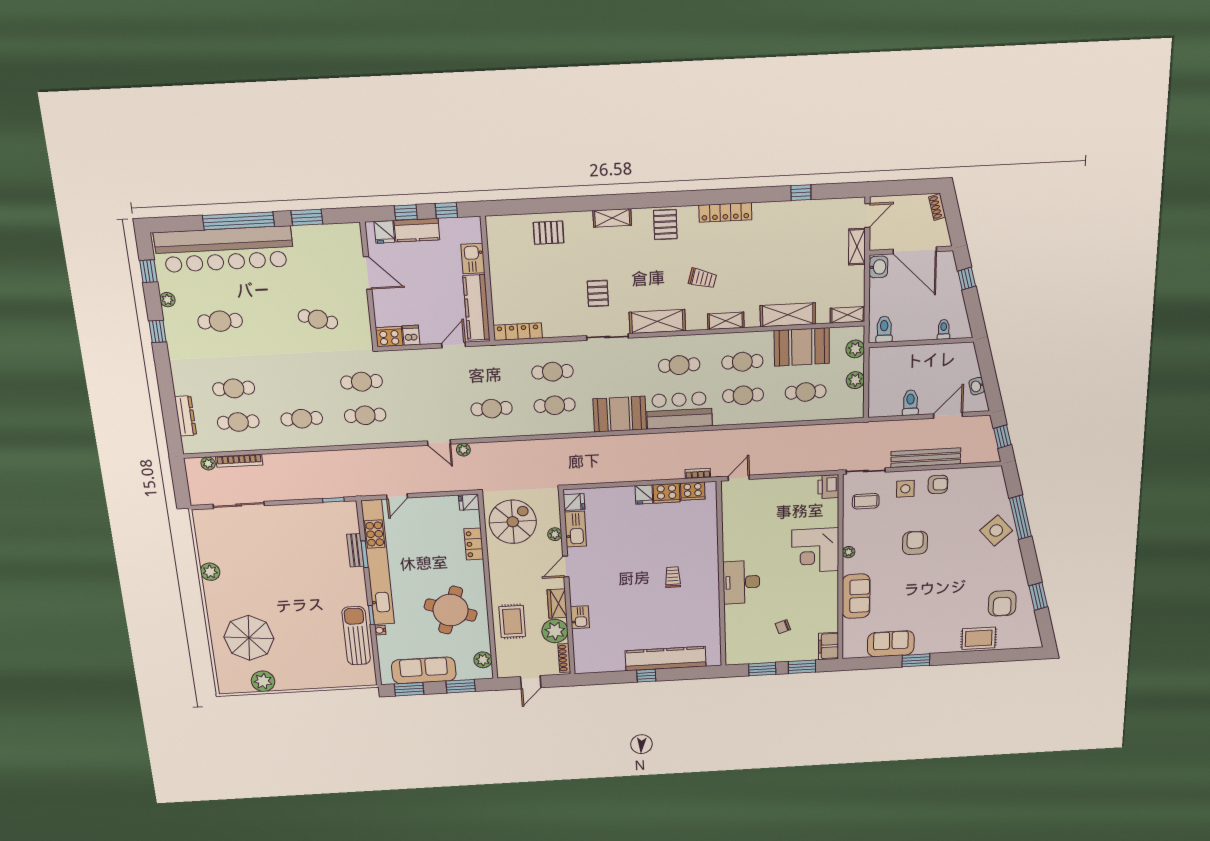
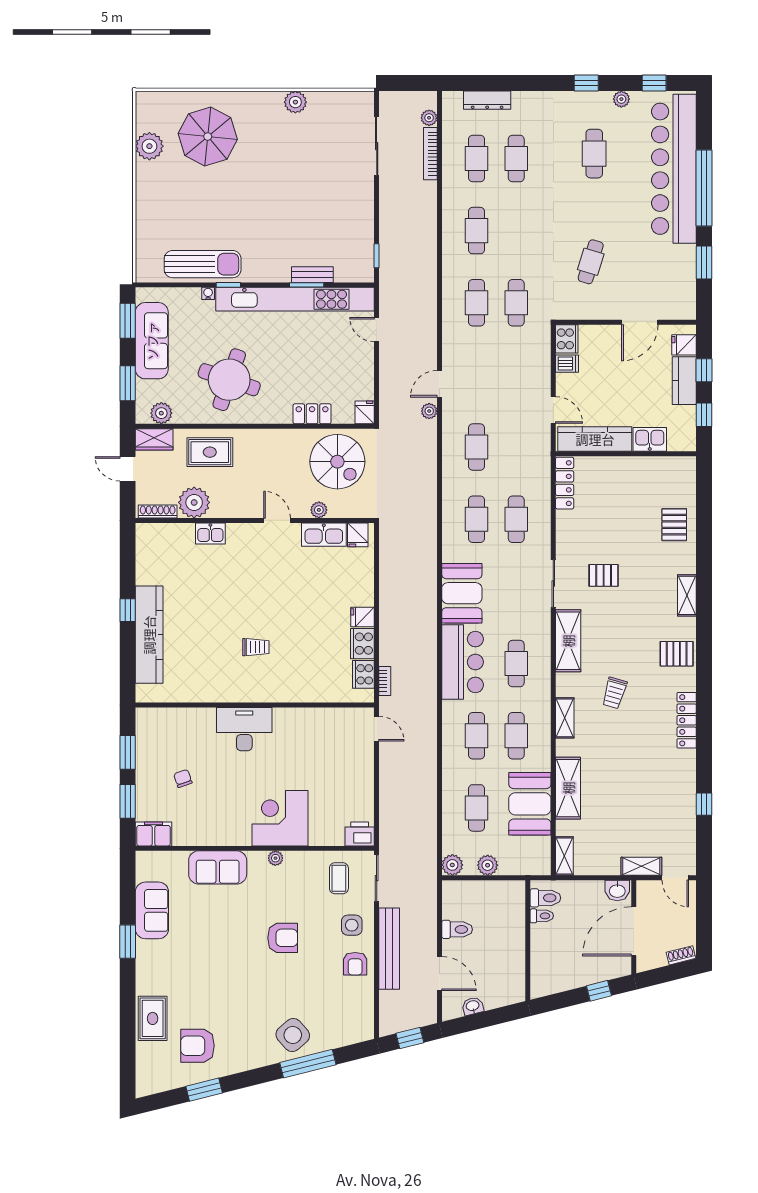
toilet: (944, 329) -> (542, 916), moved
plant: (855, 349) -> (452, 865), moved
wardrobe: (557, 604) -> (154, 439), moved, turned 180

